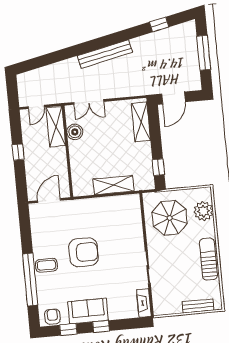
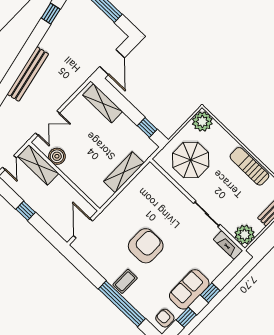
plant: (203, 211) -> (202, 121), moved
plant: (162, 306) -> (245, 235), added

